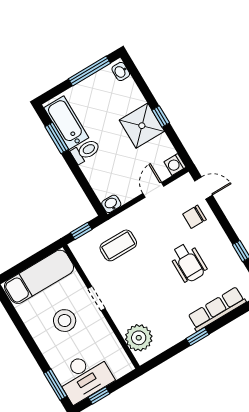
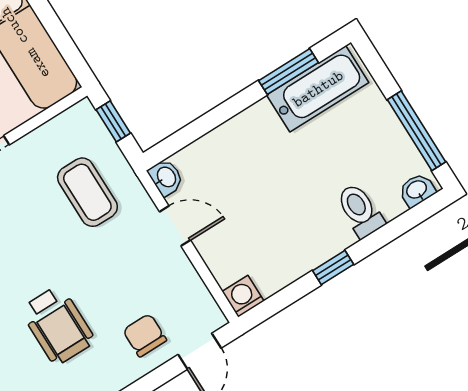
shower: (142, 126) -> (315, 232), removed
toilet: (86, 151) -> (360, 211), moved, turned 180
door: (153, 190) -> (175, 226), moved
wheelchair: (188, 263) -> (58, 325), turned -90

